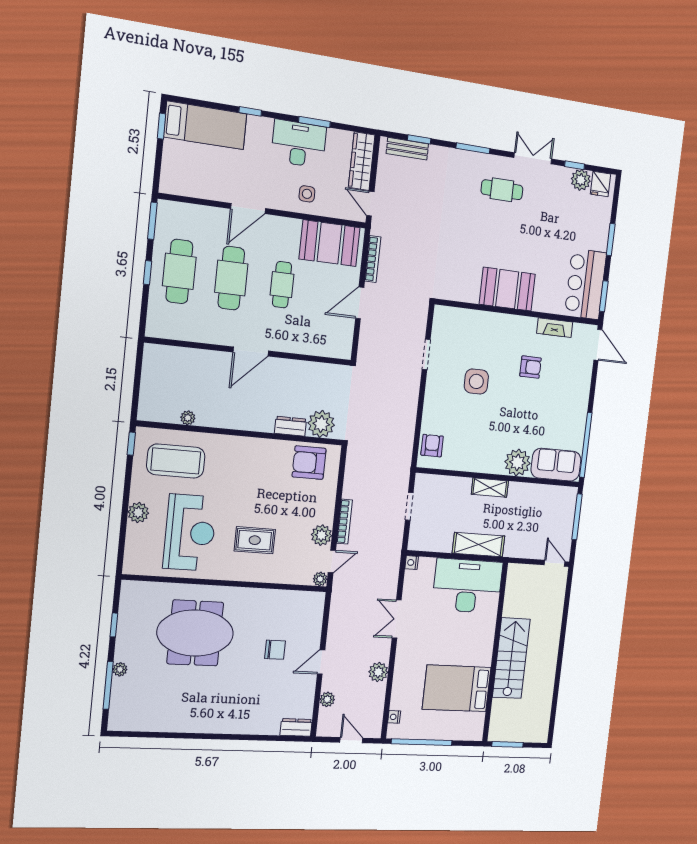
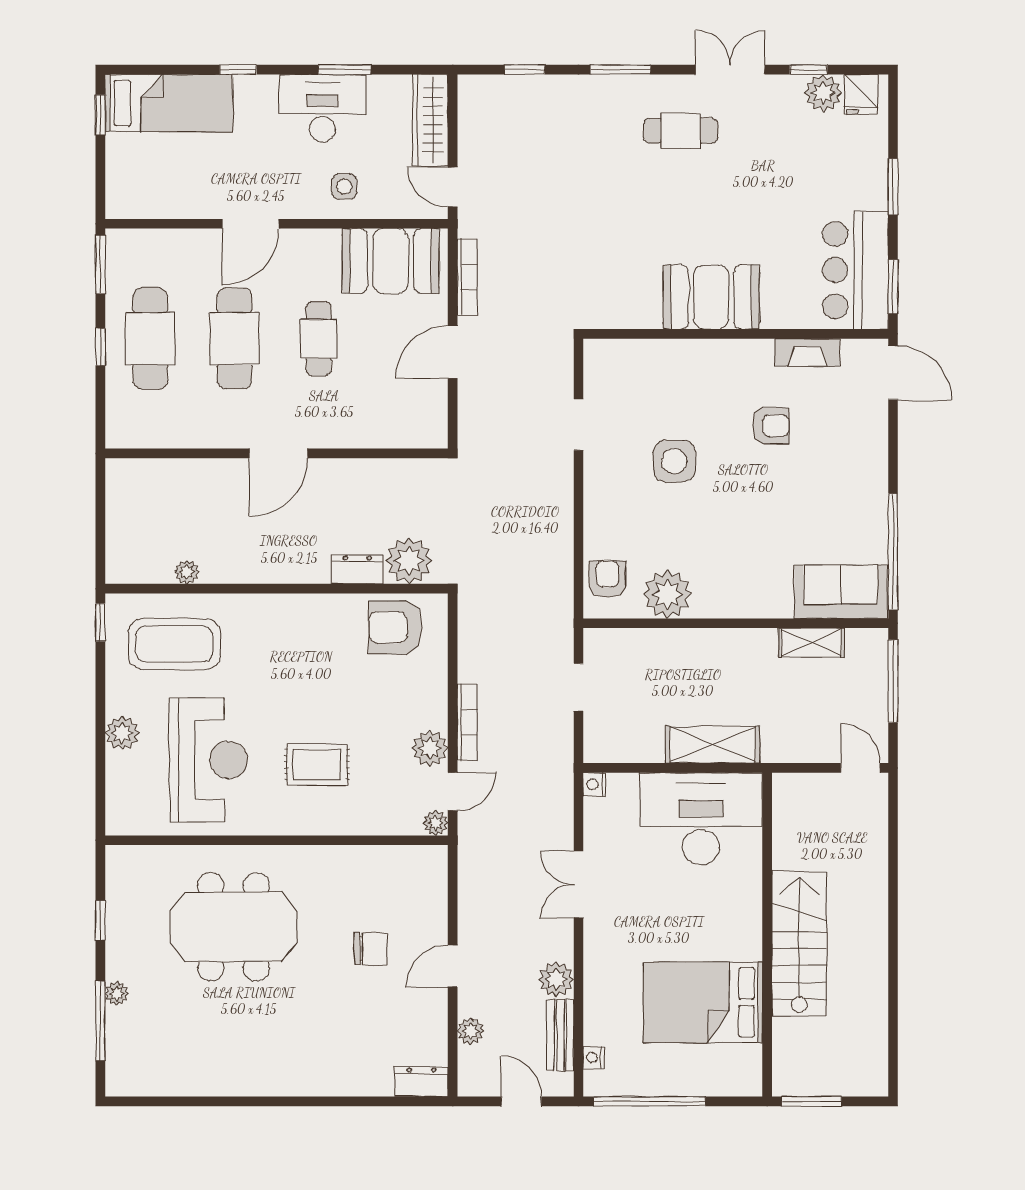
bench: (407, 149) -> (560, 1035), moved, turned 90
plant: (518, 462) -> (667, 594), moved
shelving: (490, 488) -> (811, 643), moved

